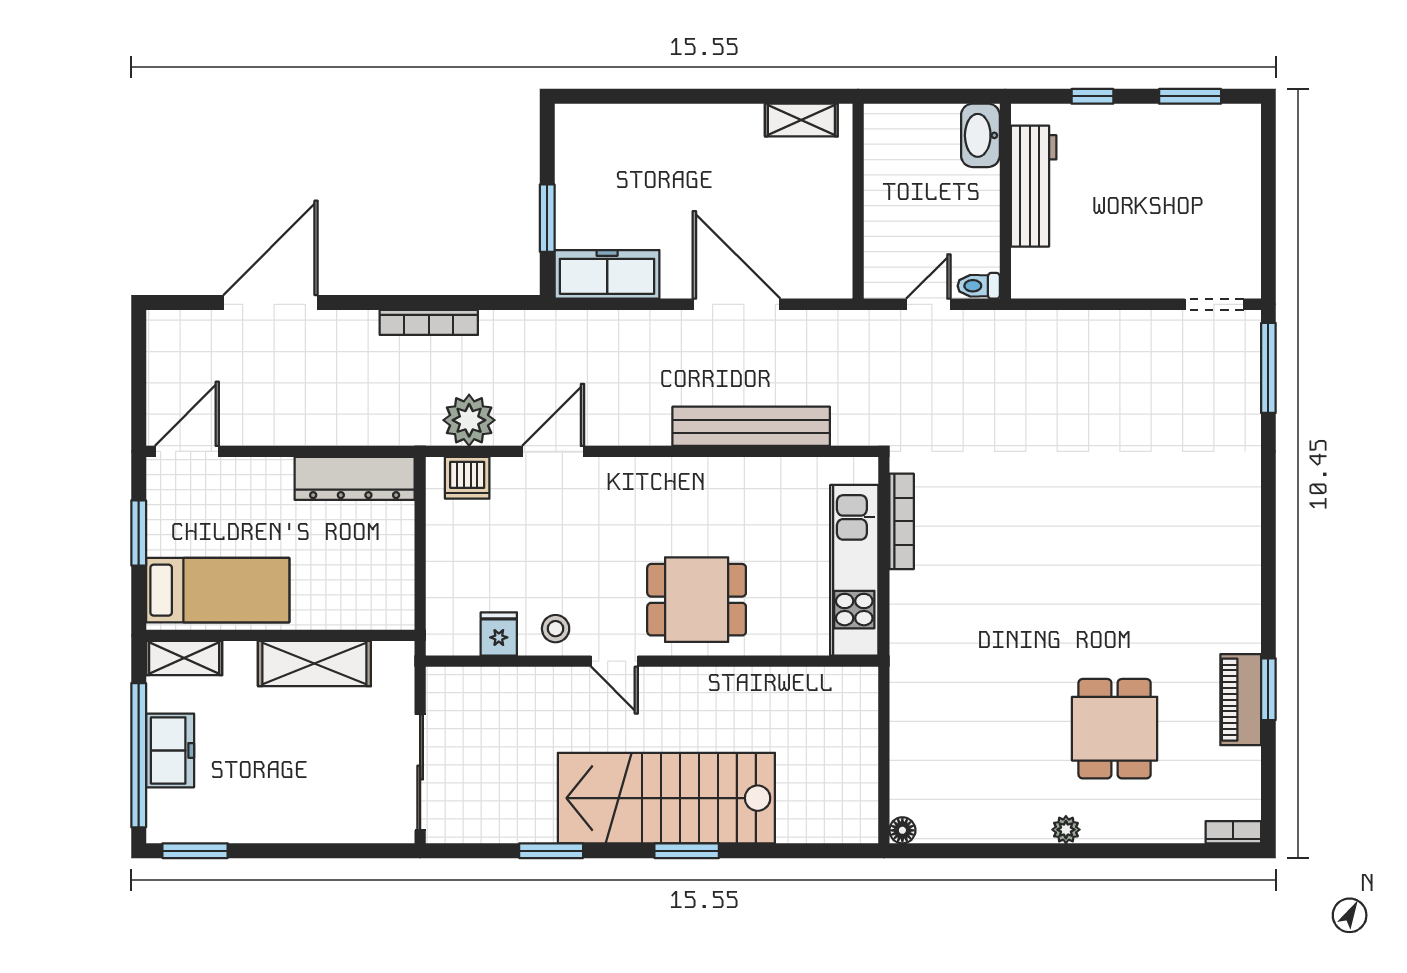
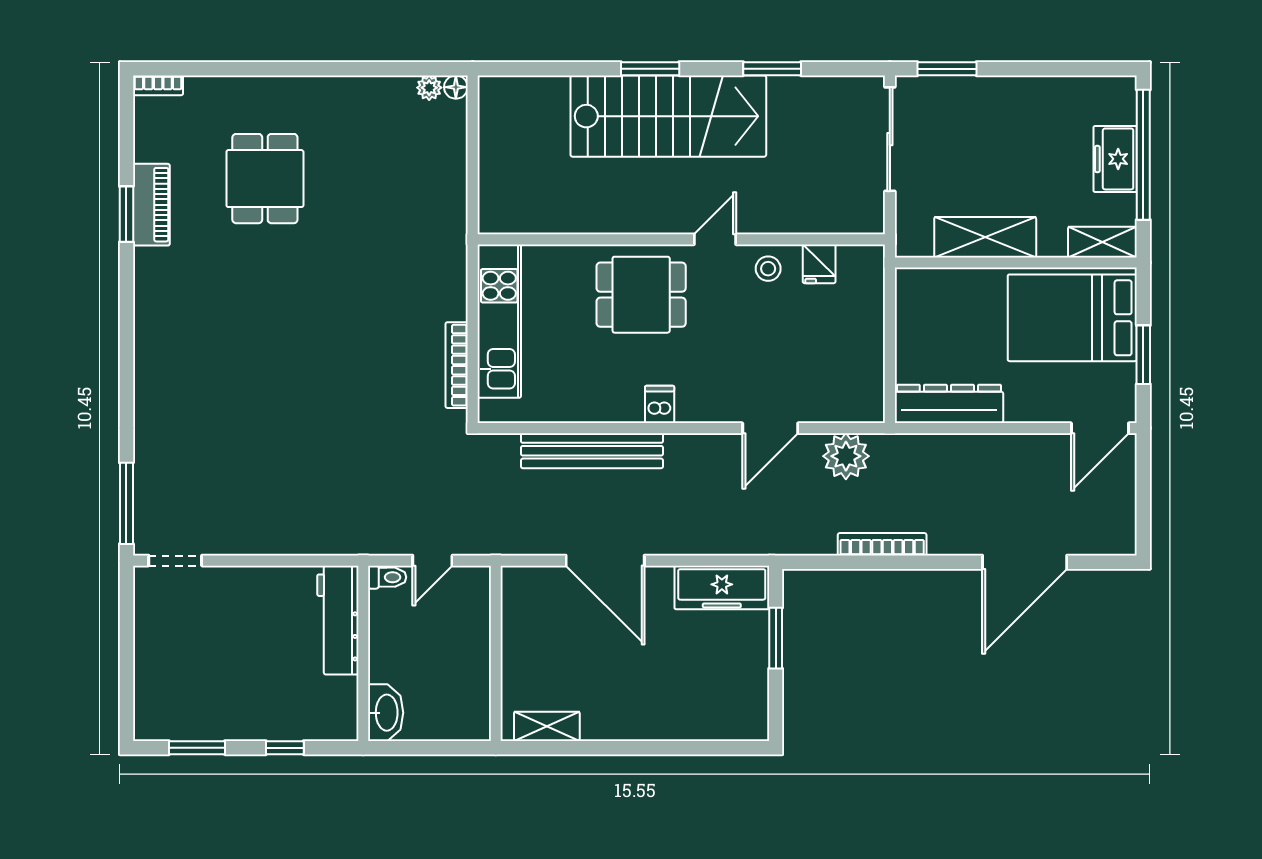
workbench: (1034, 186) -> (338, 620), moved
dishwasher: (467, 478) -> (660, 404), moved, width x0.73
bed: (218, 590) -> (1072, 318), width x1.50
door: (615, 661) -> (715, 239), hinge flipped
plant: (1066, 830) -> (429, 88), moved
window: (195, 851) -> (947, 69), moved

